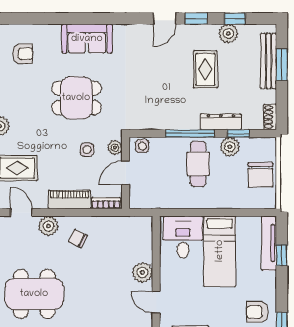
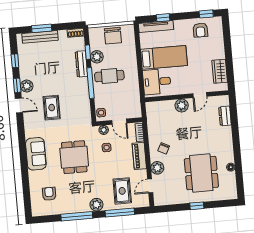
plant: (228, 34) -> (27, 86), moved
rug: (205, 69) -> (52, 108), moved, turned 90
chair: (261, 175) -> (113, 36), turned 90

